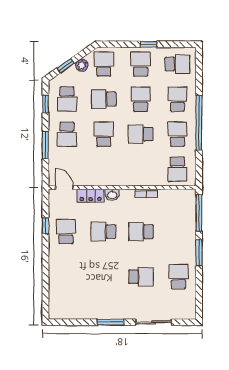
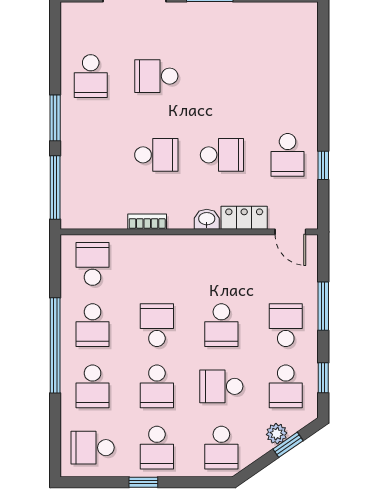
plant: (82, 65) -> (277, 434), moved
school desk: (67, 99) -> (286, 386), turned 180
school desk: (104, 99) -> (221, 386), turned 180
school desk: (141, 134) -> (157, 325), turned -90

